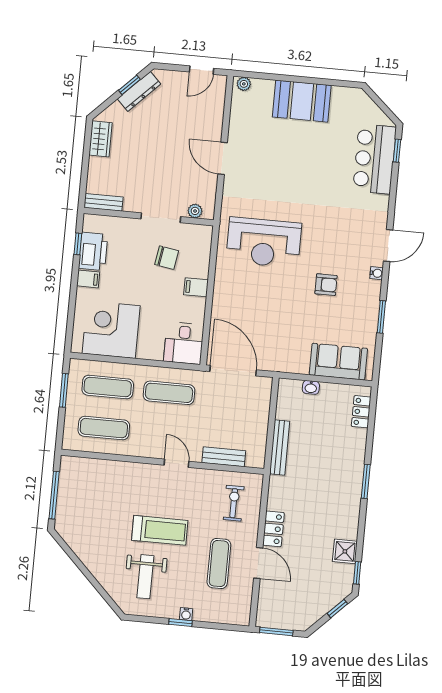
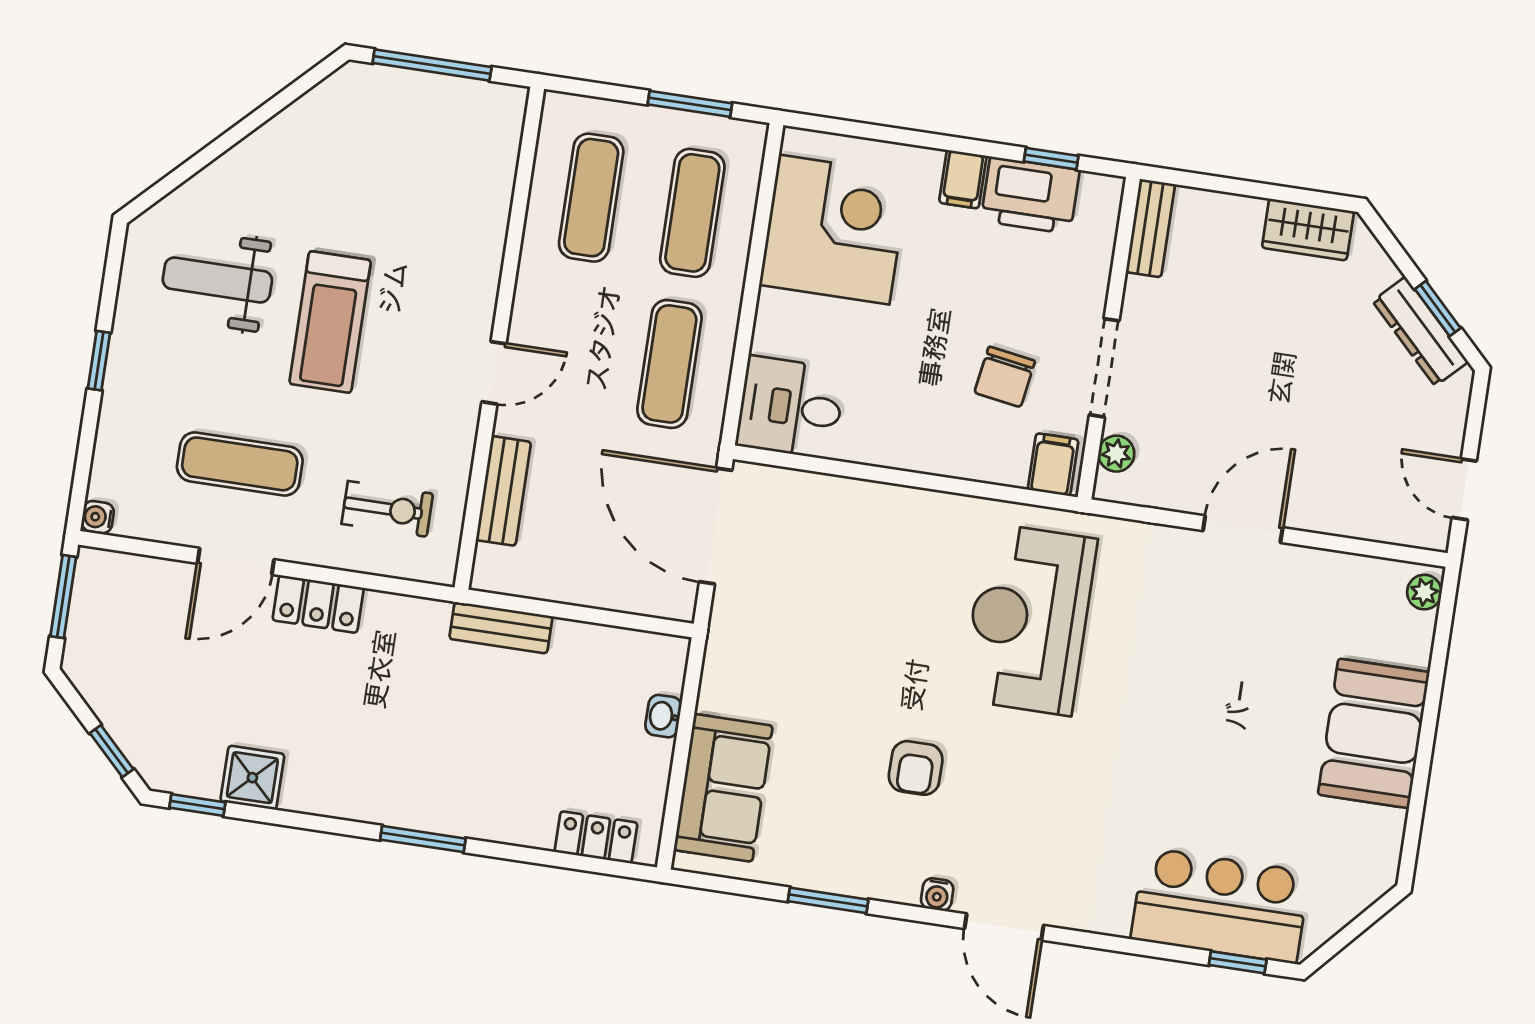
filing cabinet: (196, 287) -> (1053, 465), moved
door: (233, 371) -> (716, 526), swing flipped
bench: (280, 448) -> (501, 628), width x0.73
water cooler: (186, 614) -> (98, 517), moved

